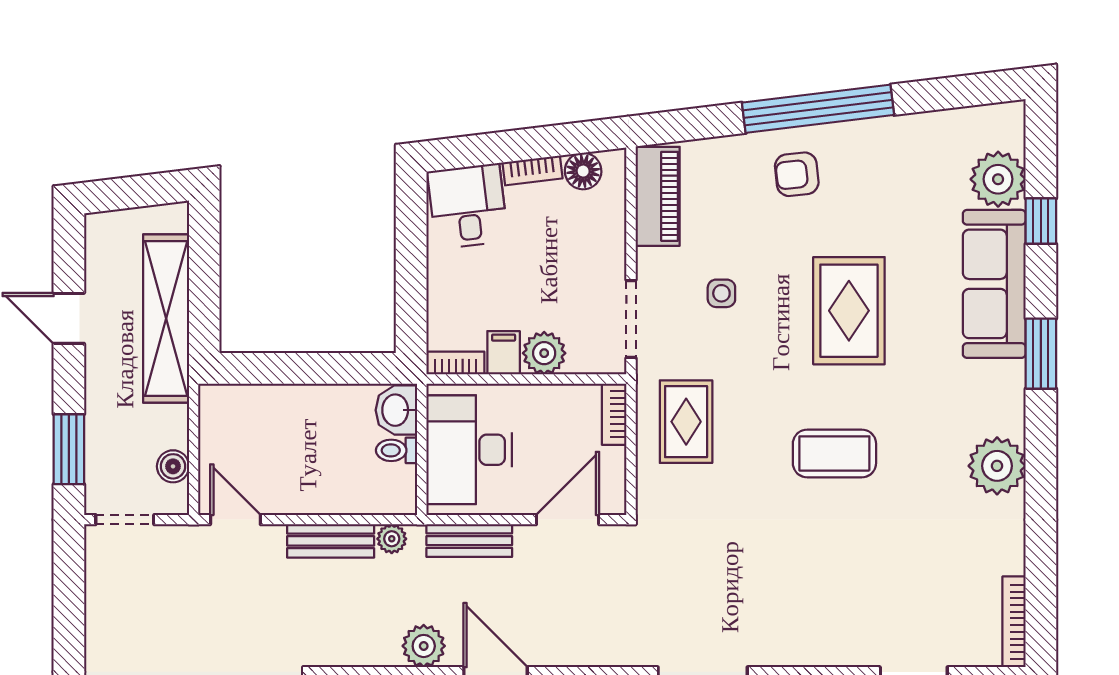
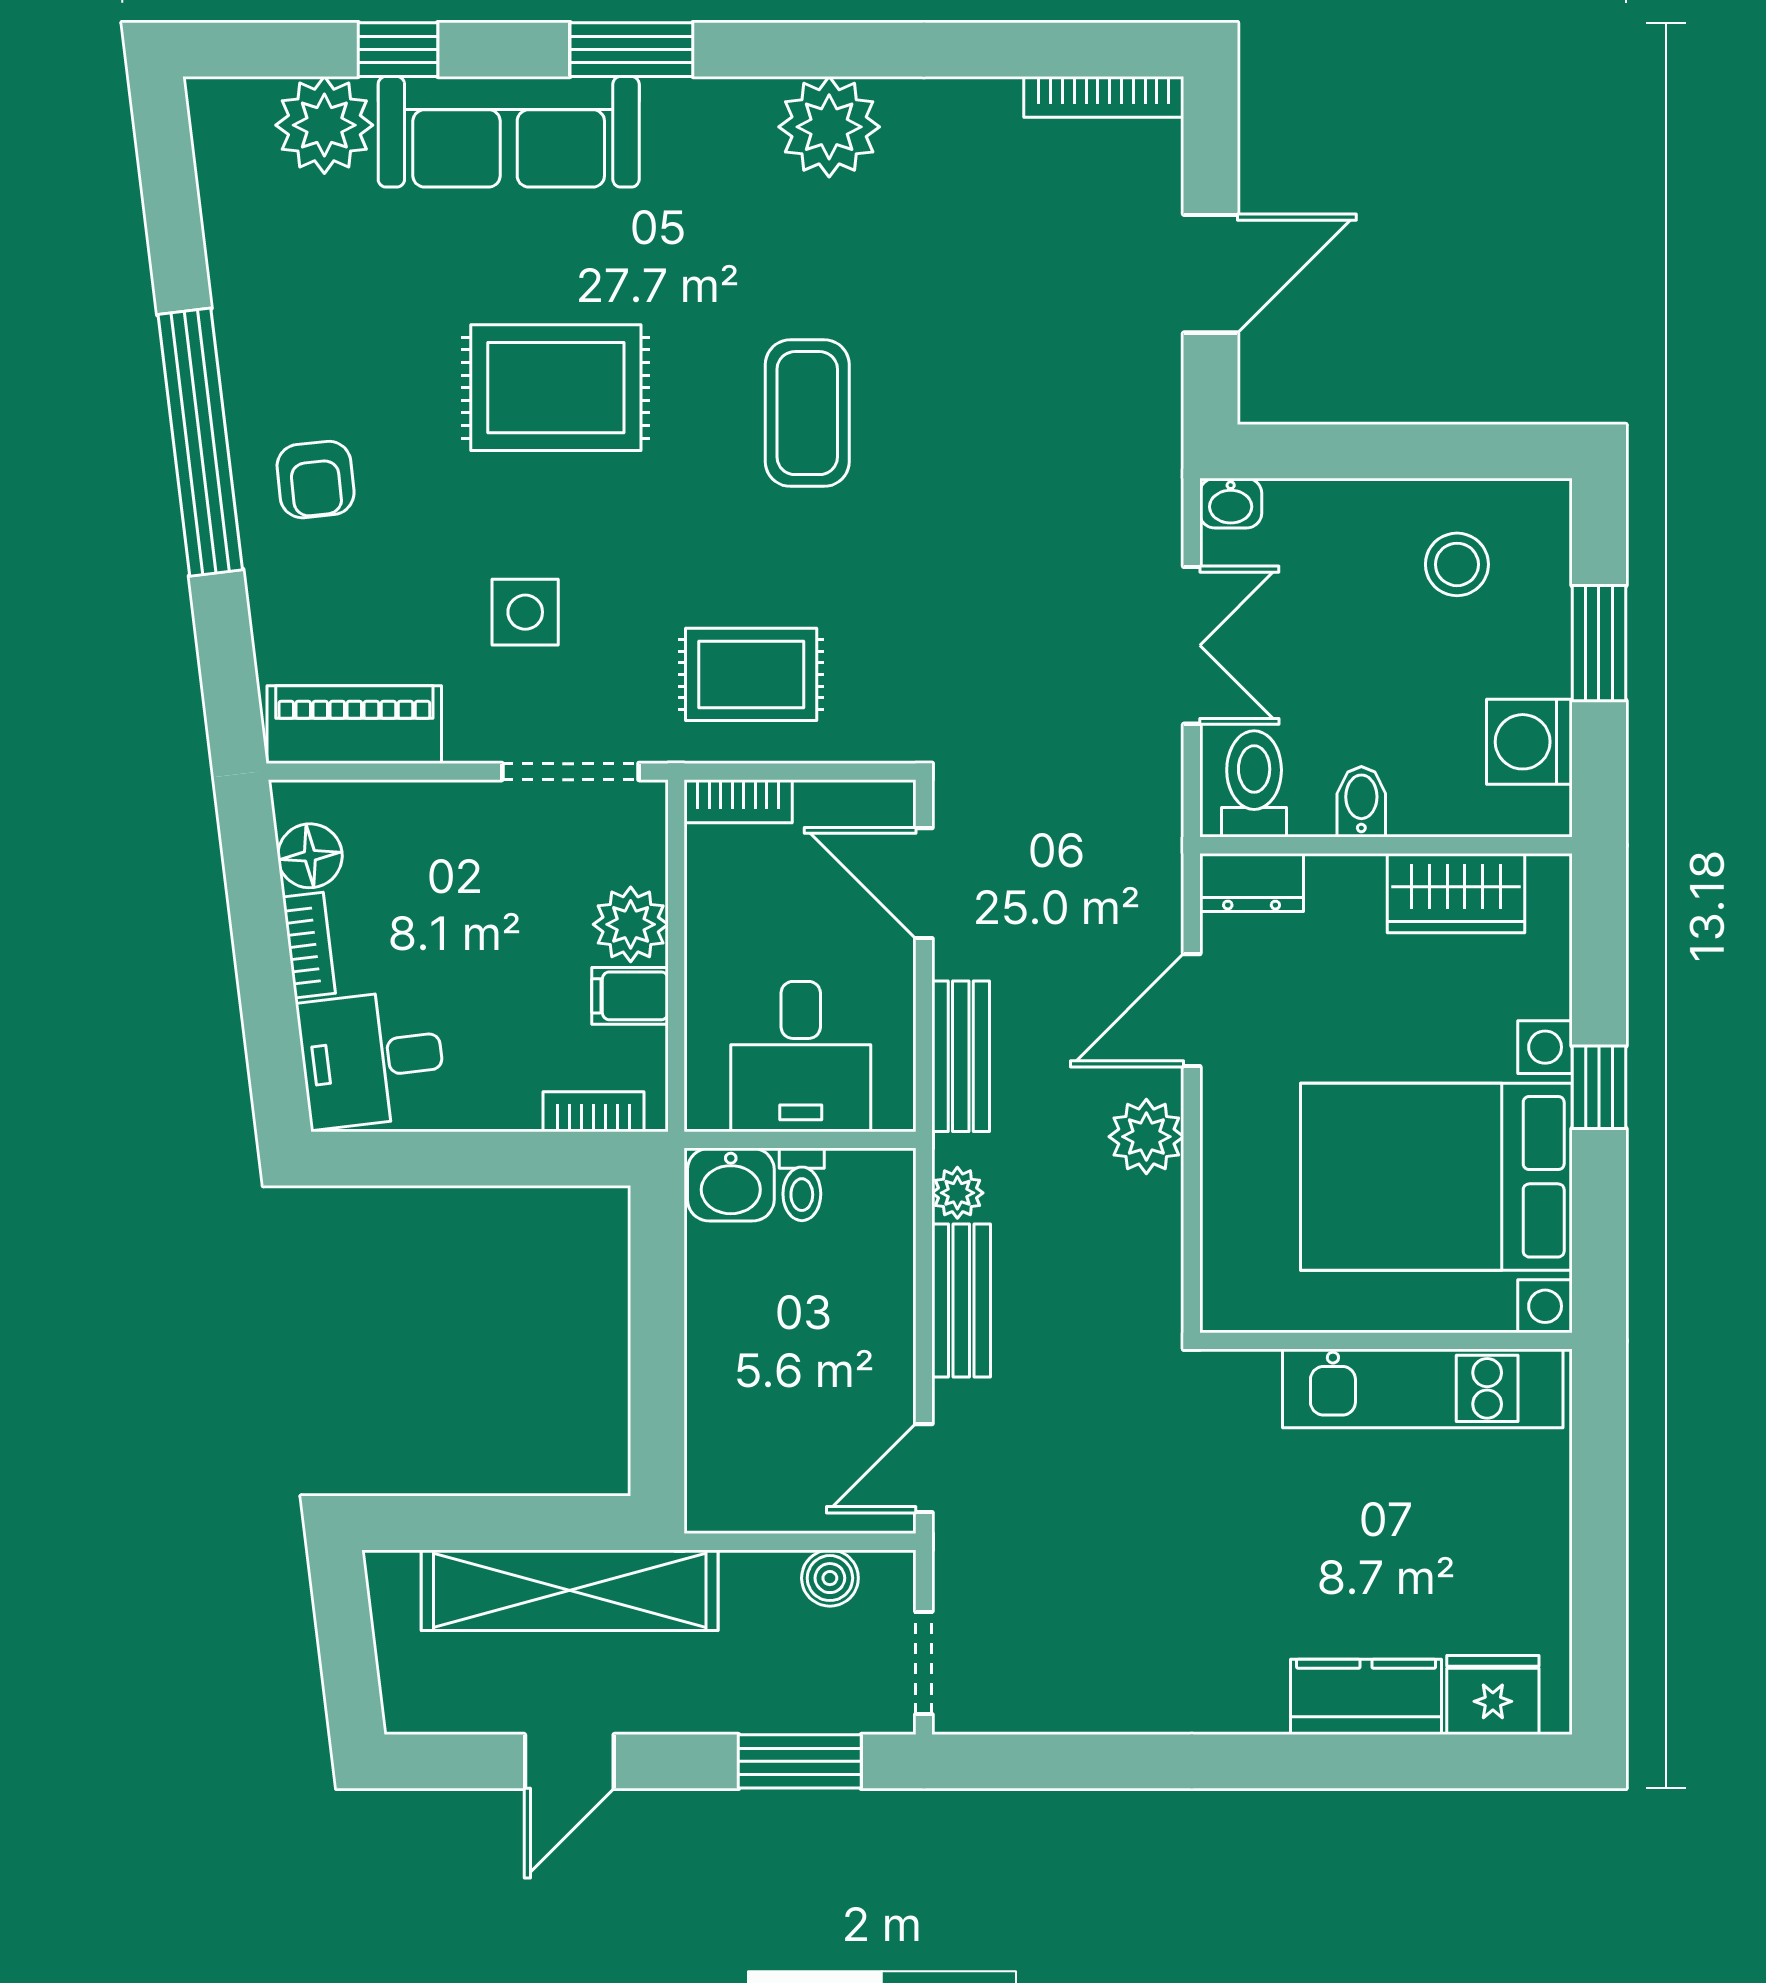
side table: (721, 293) -> (525, 612), width x1.37, depth x1.37
bookcase: (456, 363) -> (594, 1112), moved, turned 90
desk: (469, 450) -> (801, 1057), width x0.73

